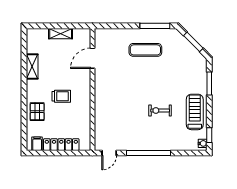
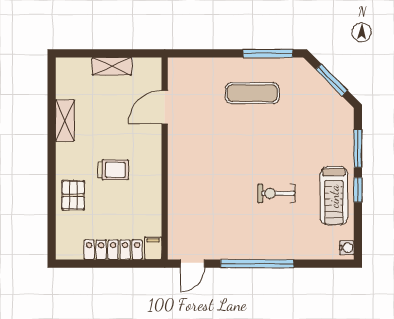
treadmill: (195, 112) -> (334, 196), turned 180
window: (209, 135) -> (358, 190), moved
filing cabinet: (37, 144) -> (153, 248), moved

